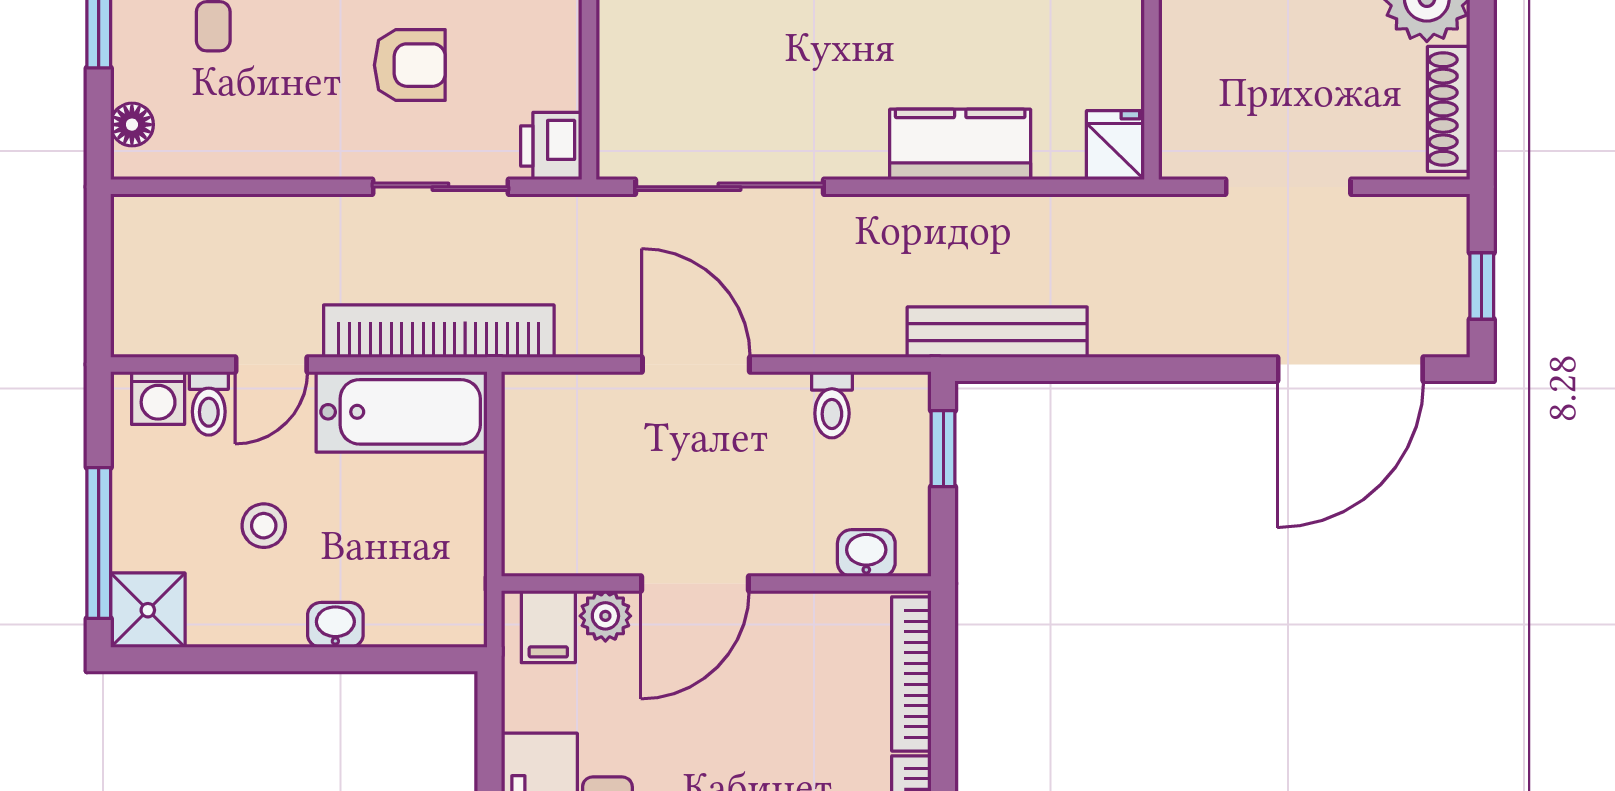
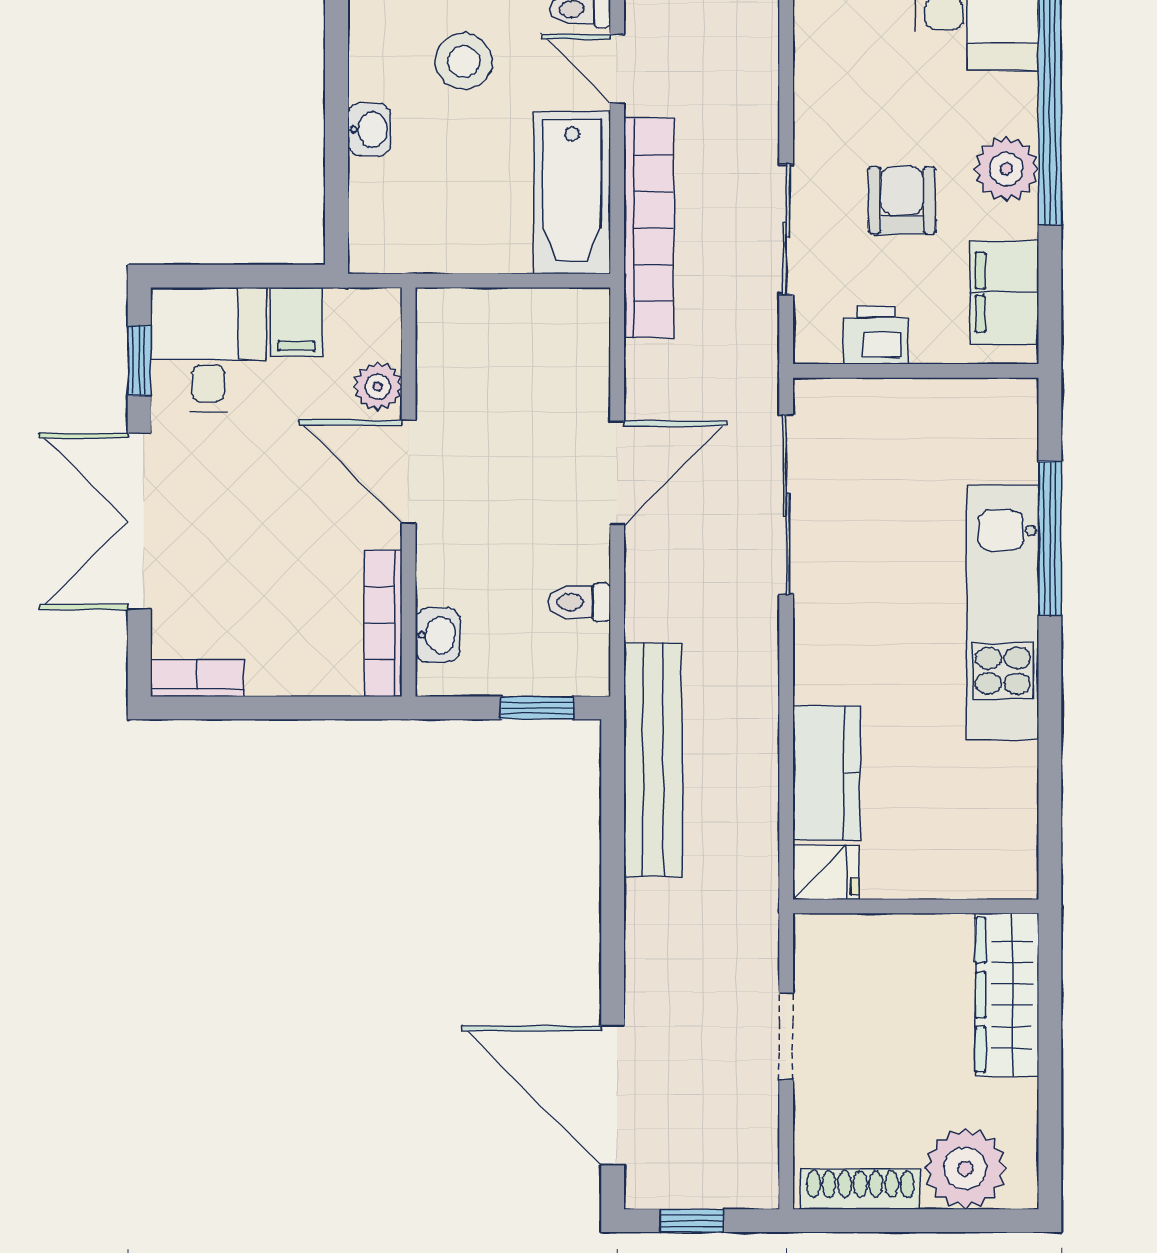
armchair: (410, 65) -> (902, 200), turned 180
kitchen counter: (960, 144) -> (826, 773), moved
printer: (551, 146) -> (876, 335), moved
doorway: (1288, 187) -> (786, 1037), width x0.73
bench: (997, 332) -> (653, 759), width x1.37, depth x1.21
stool: (264, 526) -> (464, 61), width x1.37, depth x1.37
filing cabinet: (548, 627) -> (296, 322), moved, turned -90
bookcase: (911, 674) -> (383, 623), moved, turned -90

